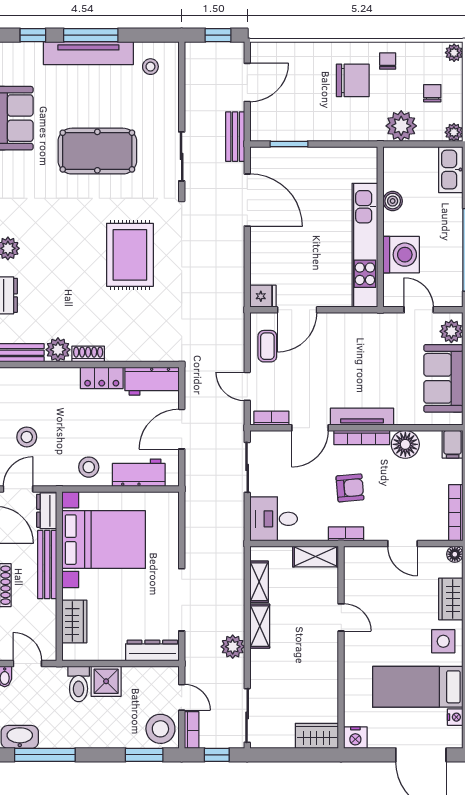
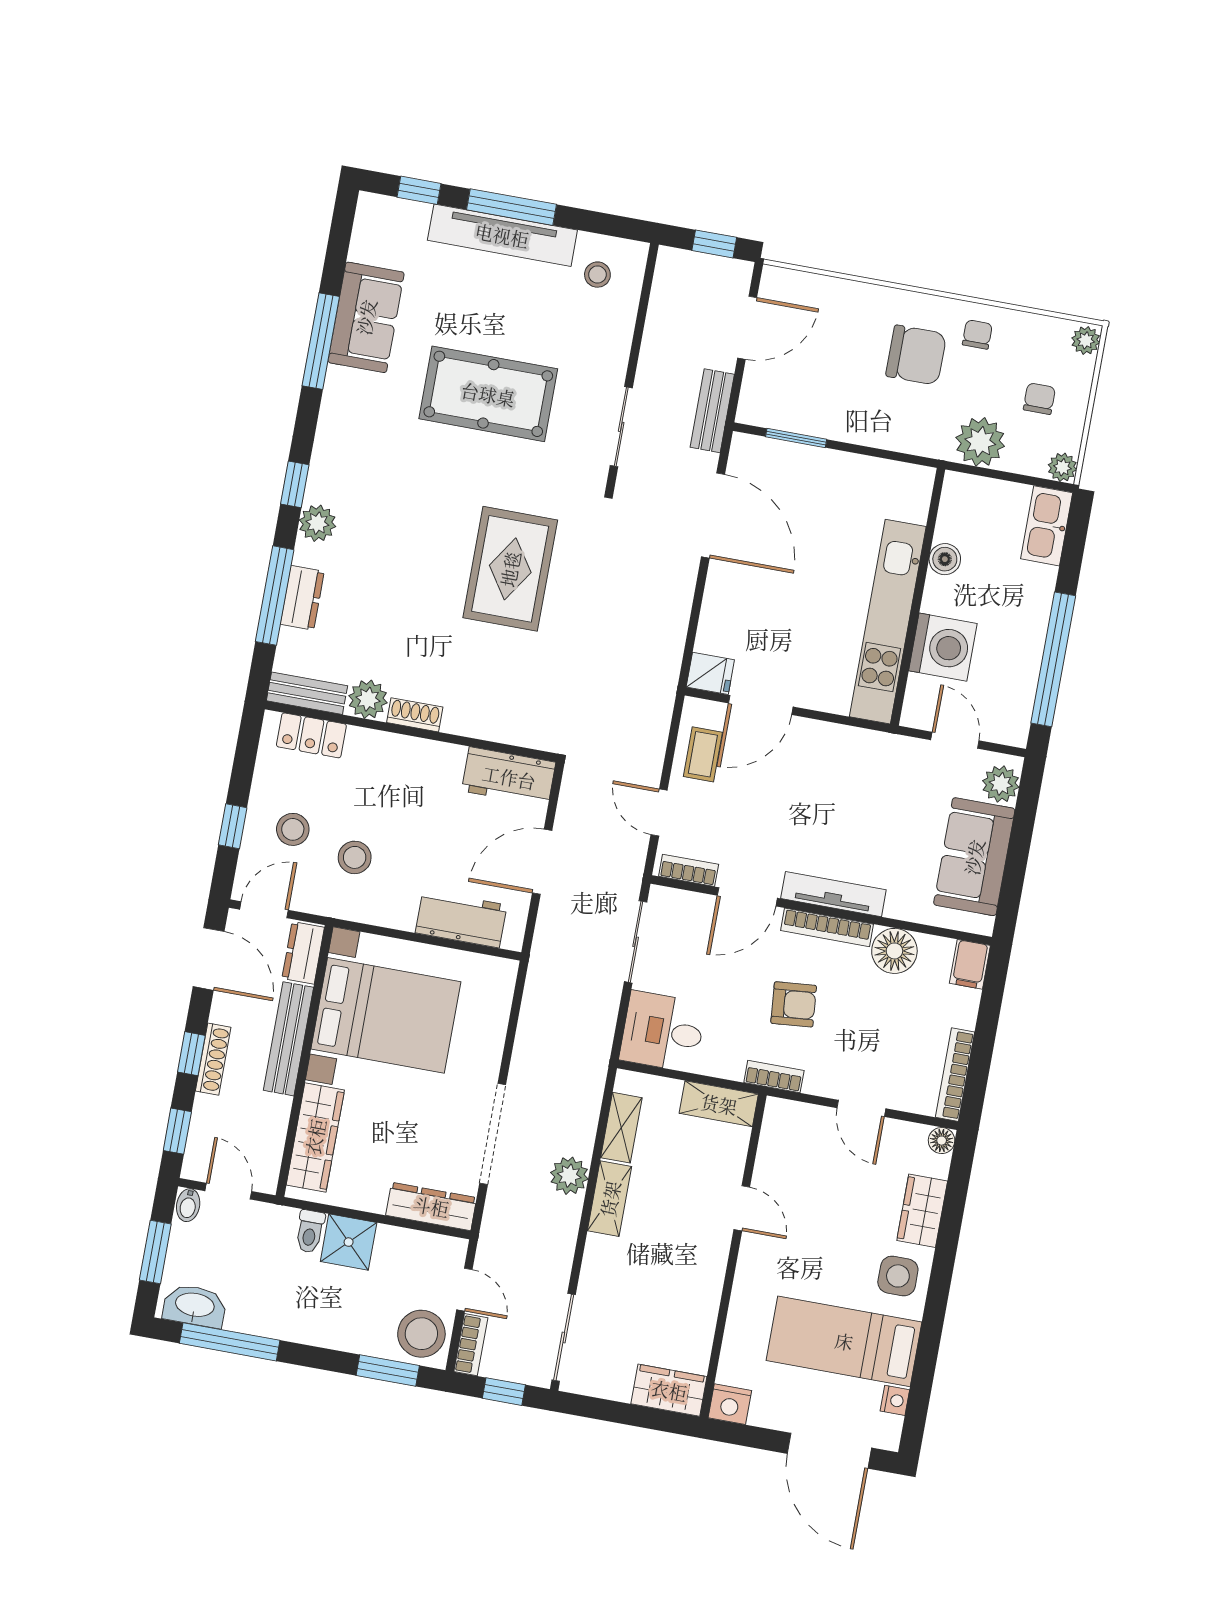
locker: (102, 378) -> (311, 735), moved
stool: (89, 467) -> (355, 857), moved
wardrobe: (74, 621) -> (315, 1137), width x1.50
plant: (233, 647) -> (569, 1176), moved
toilet: (79, 684) -> (310, 1231), width x0.73, depth x0.72

